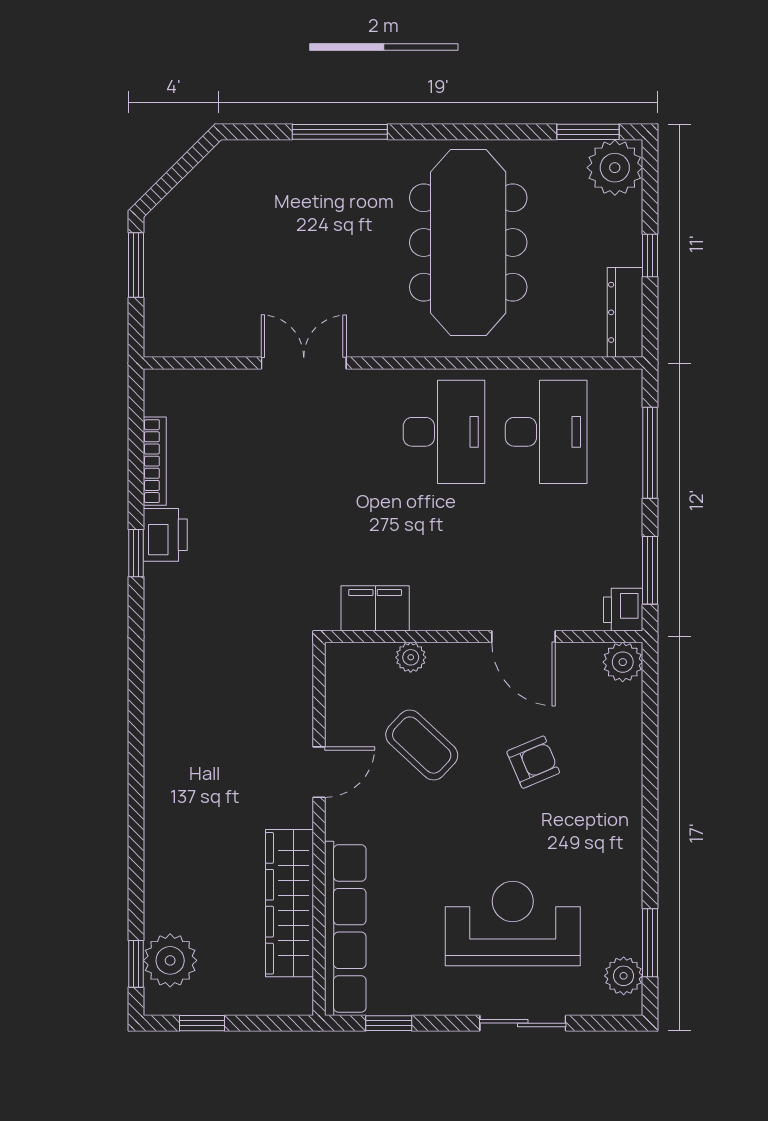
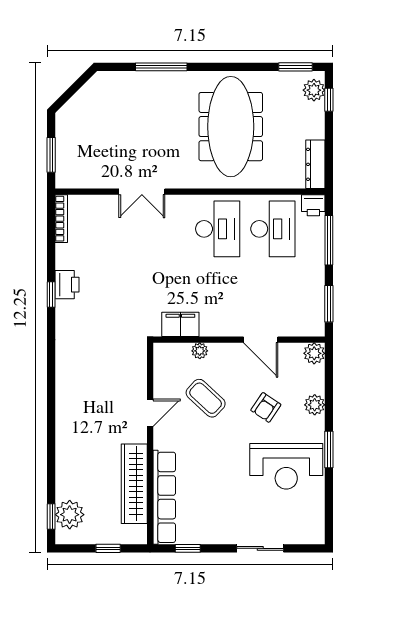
plant: (615, 168) -> (314, 90), width x0.73, depth x0.73
window: (650, 255) -> (329, 100), moved
window: (136, 265) -> (51, 155), moved
double door: (304, 363) -> (142, 192), swing flipped
bookcase: (155, 461) -> (61, 219), moved
printer: (623, 610) -> (313, 205), moved, turned -90
armchair: (533, 762) -> (266, 407), turned 147
reception desk: (513, 924) -> (286, 466), moved, turned 180
window: (650, 943) -> (329, 449), moved
plant: (624, 976) -> (315, 405), moved
window: (202, 1023) -> (108, 548), moved

